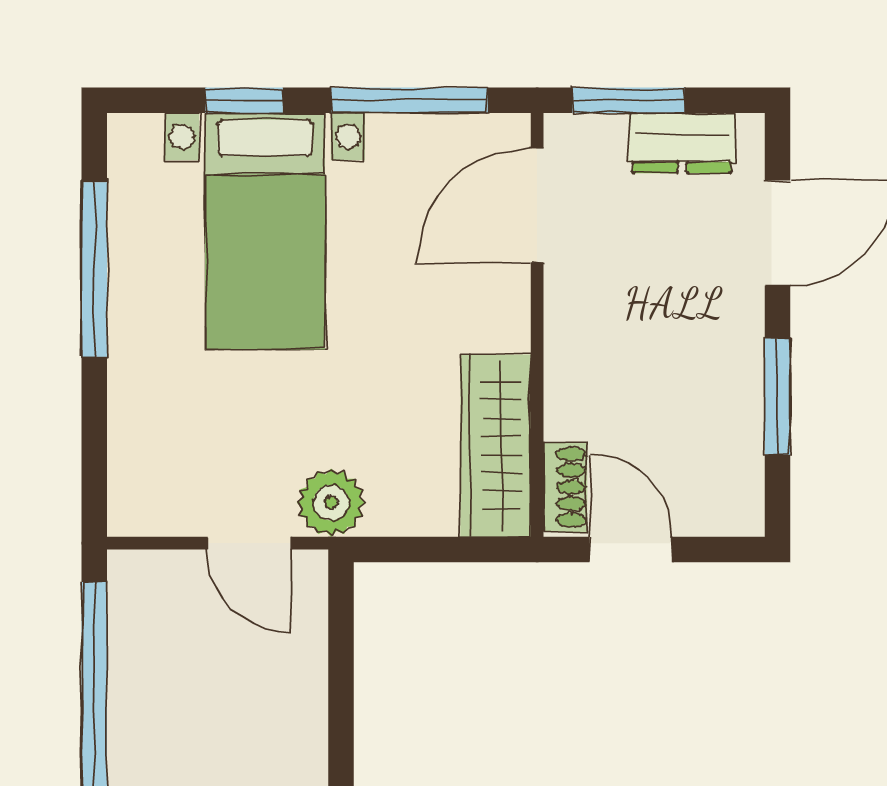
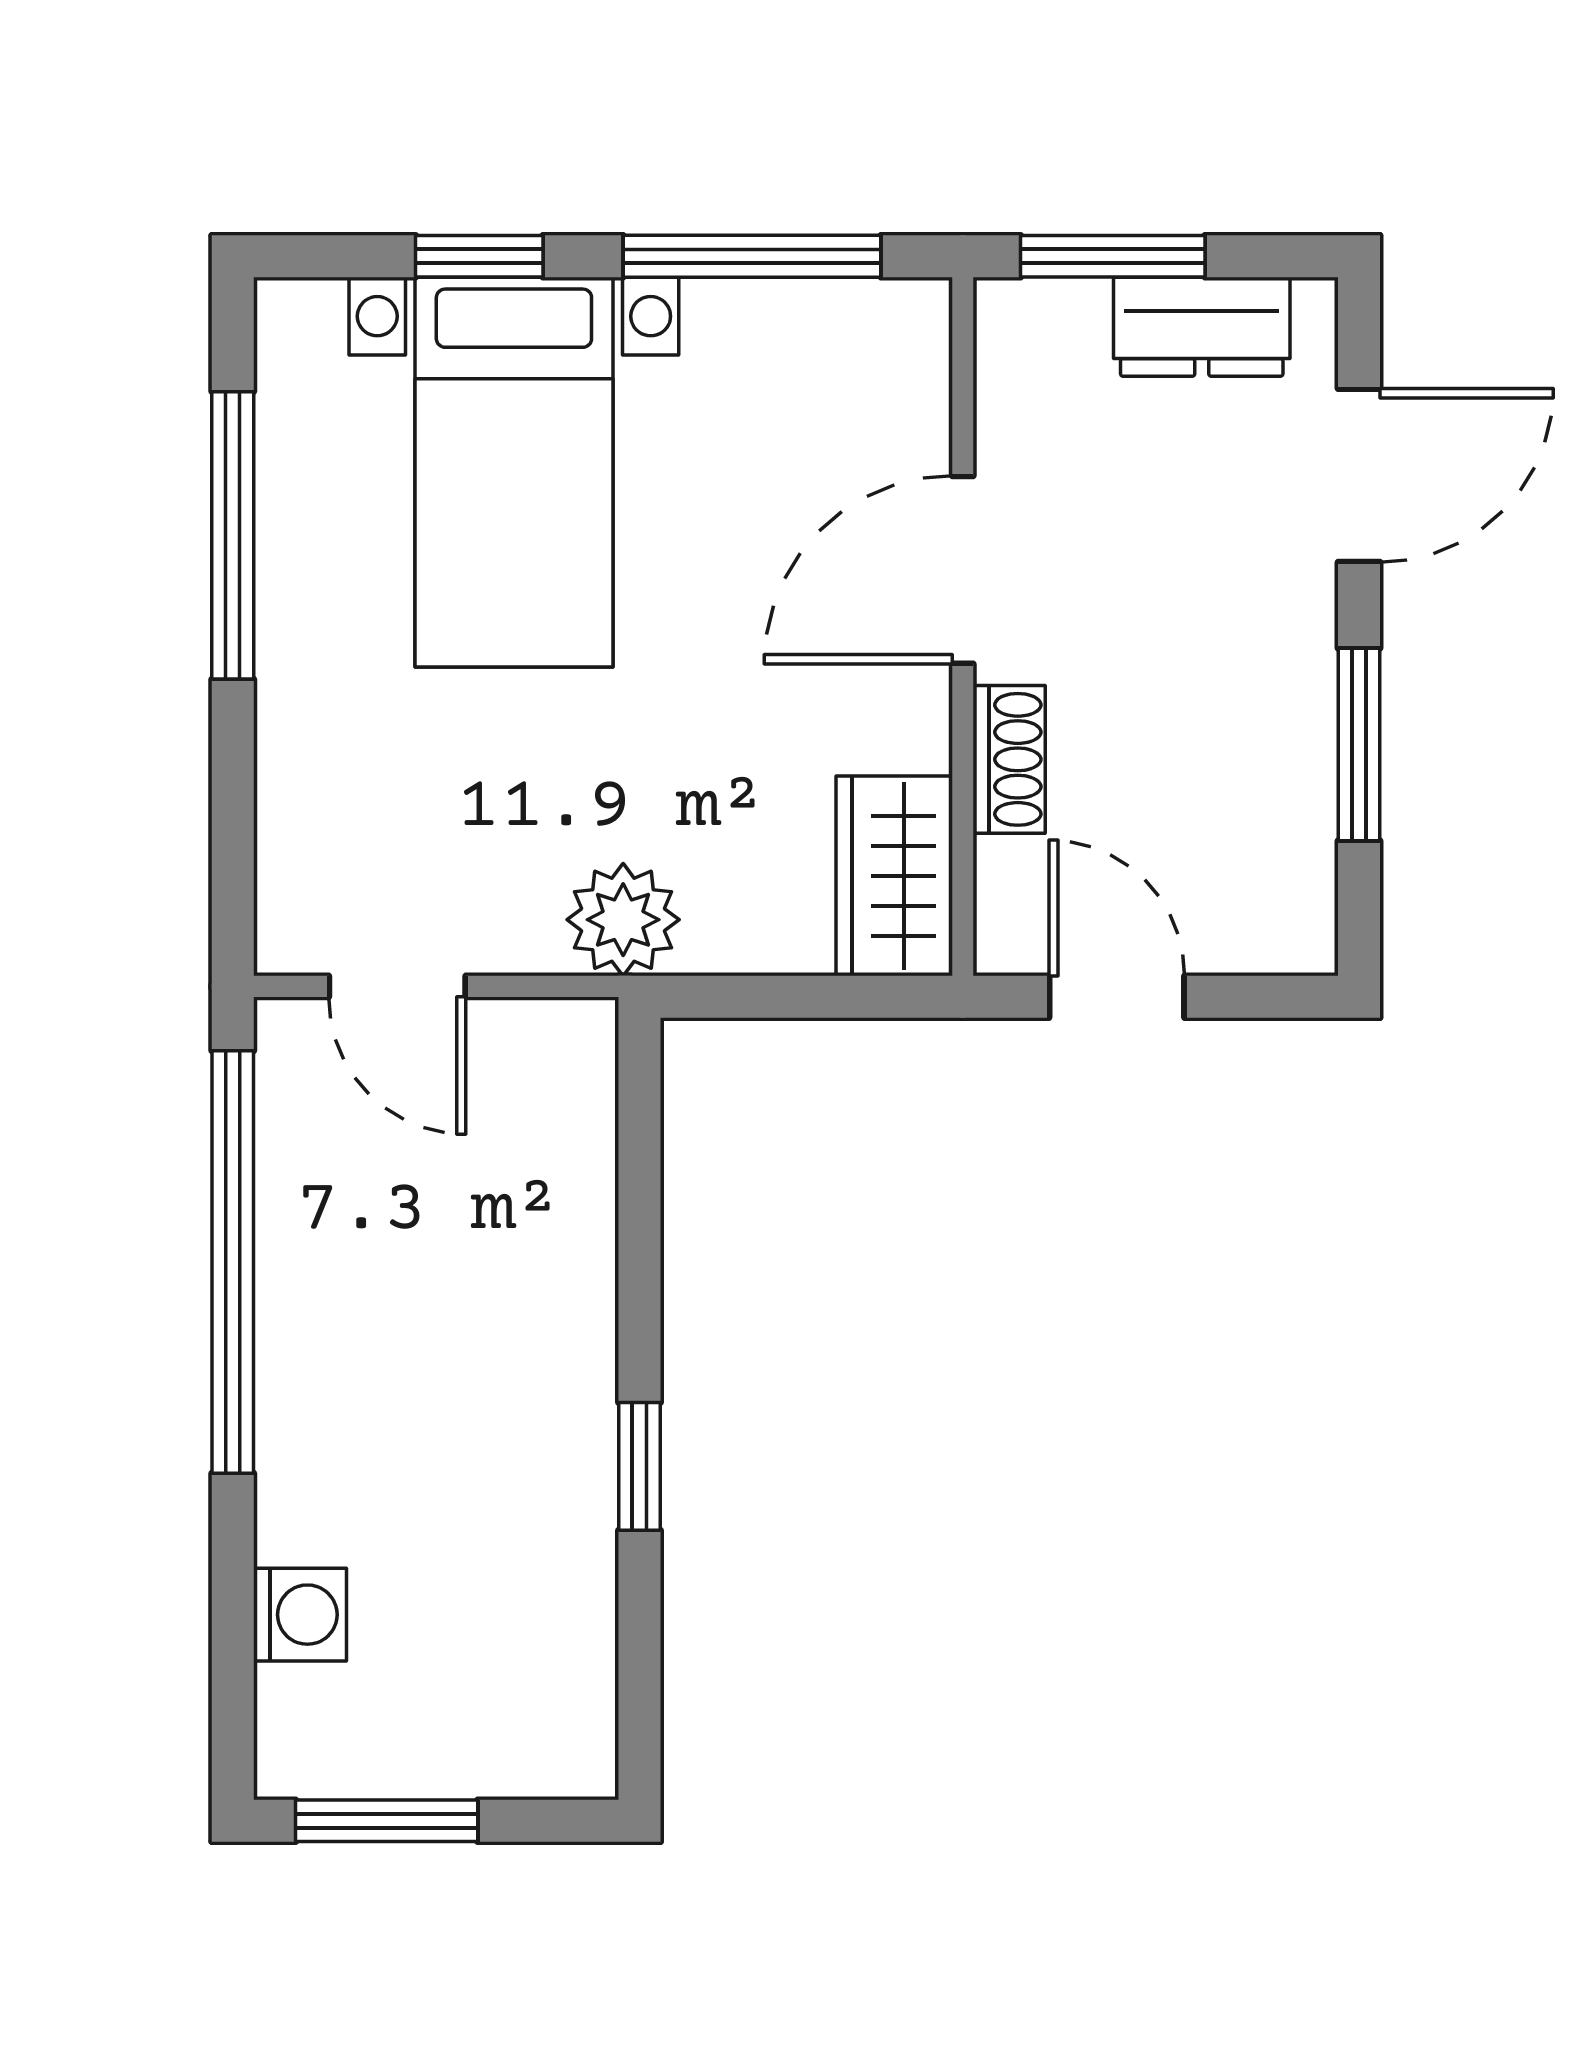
door: (537, 205) -> (963, 570), moved
wardrobe: (496, 446) -> (894, 876), width x0.67
shoe rack: (565, 487) -> (1009, 759), moved
door: (249, 543) -> (397, 986), moved

